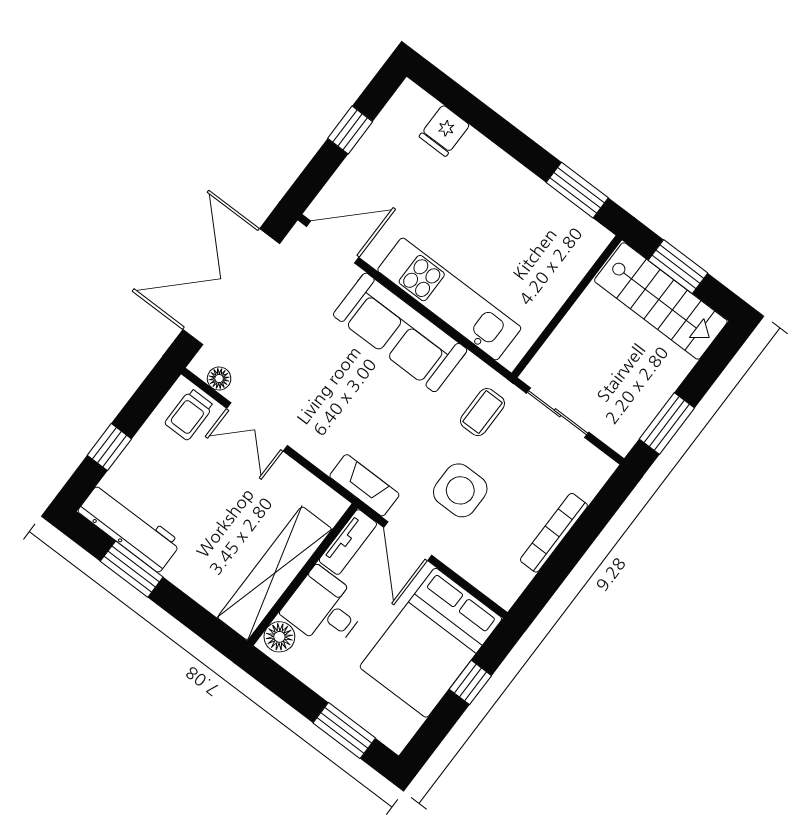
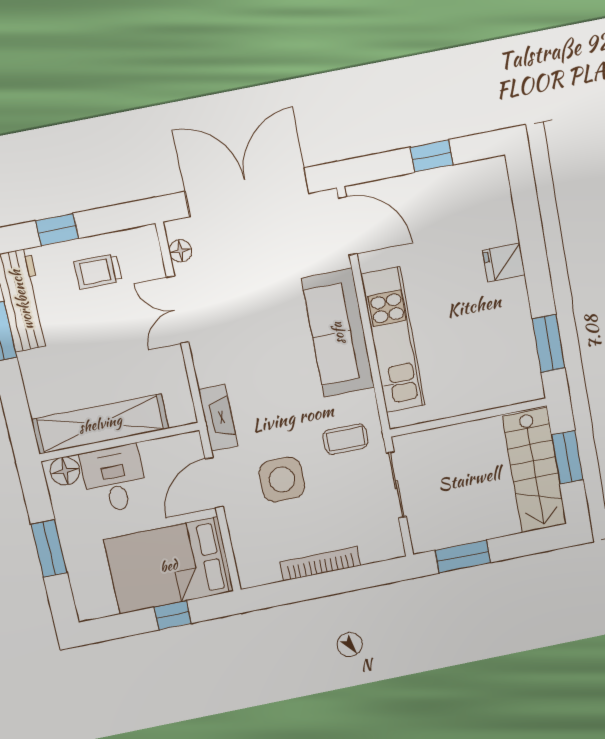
fridge: (444, 131) -> (504, 262), moved
trolley: (189, 414) -> (98, 271), moved
tv unit: (348, 542) -> (172, 447), removed
window: (344, 731) -> (49, 549), moved

